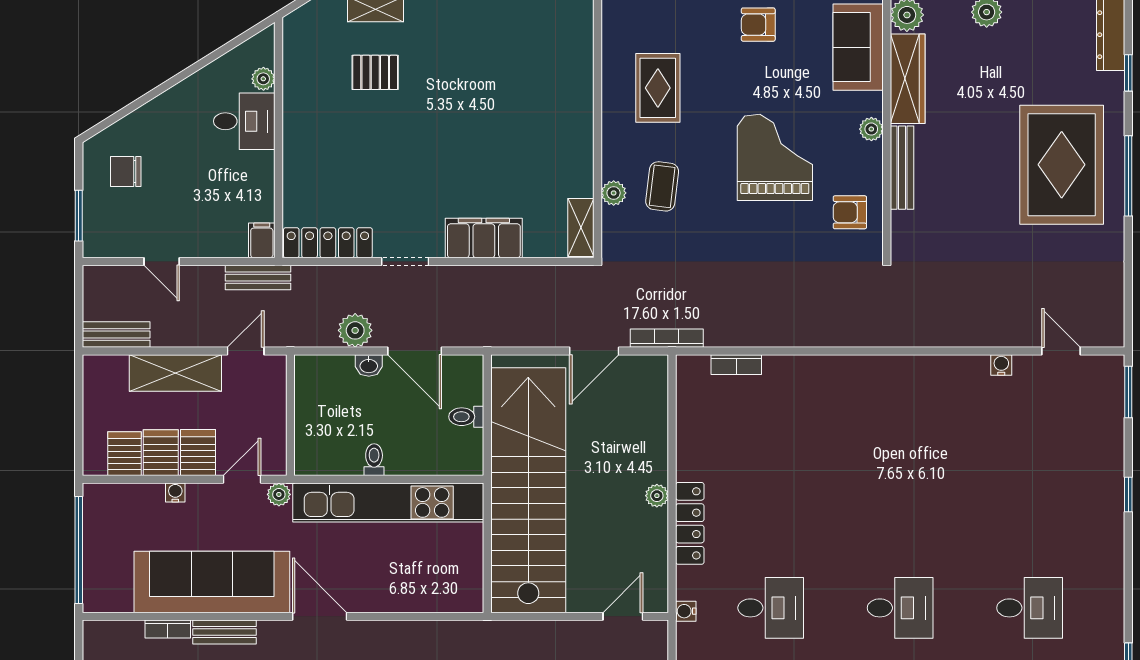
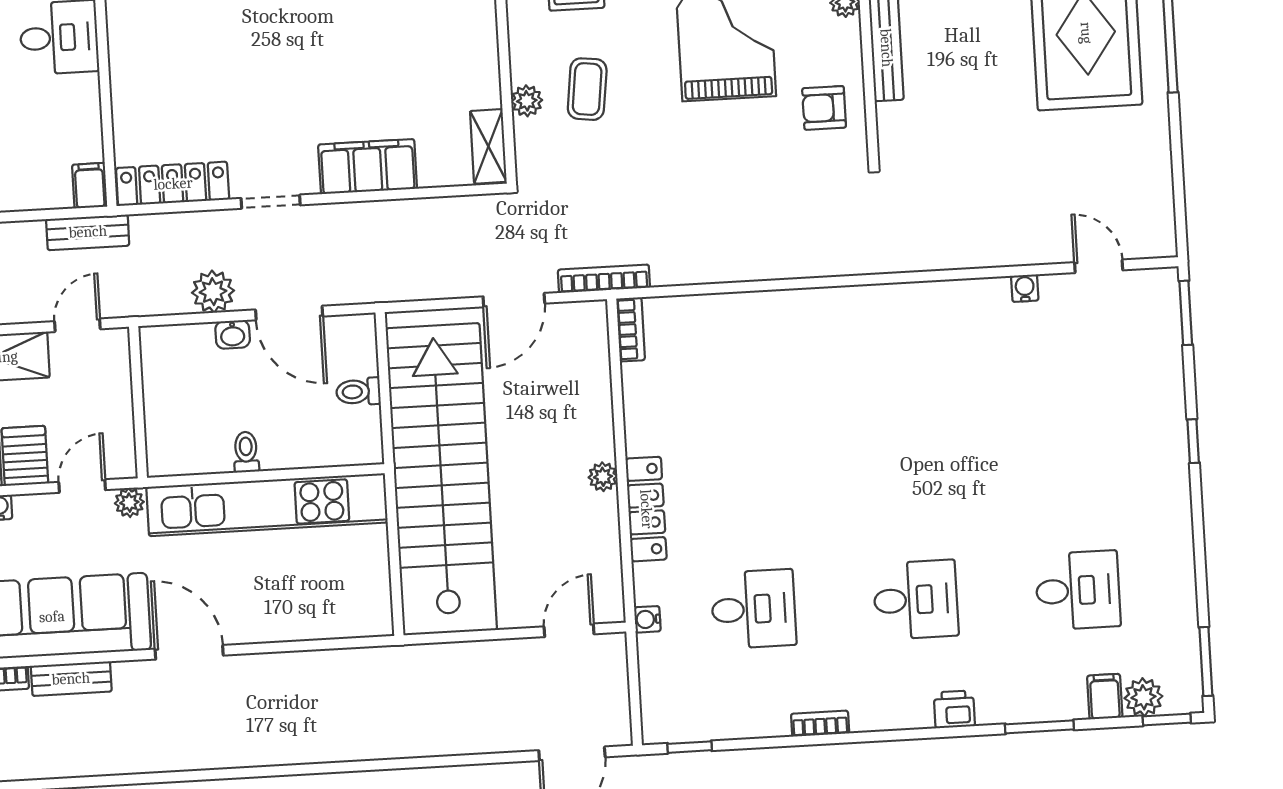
bookcase: (736, 365) -> (631, 329), moved, turned -90

